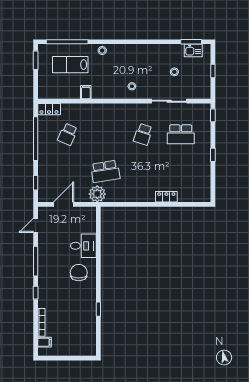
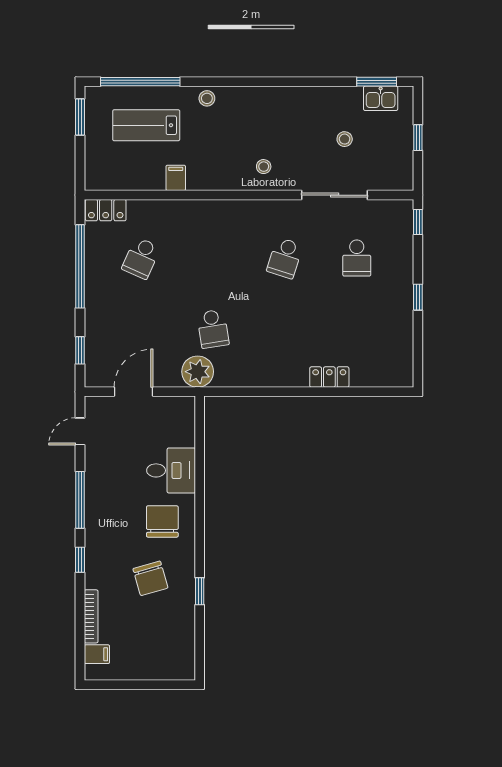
school desk: (181, 134) -> (357, 258), width x0.54
school desk: (105, 171) -> (213, 329), width x0.54
chair: (73, 302) -> (150, 578), added

